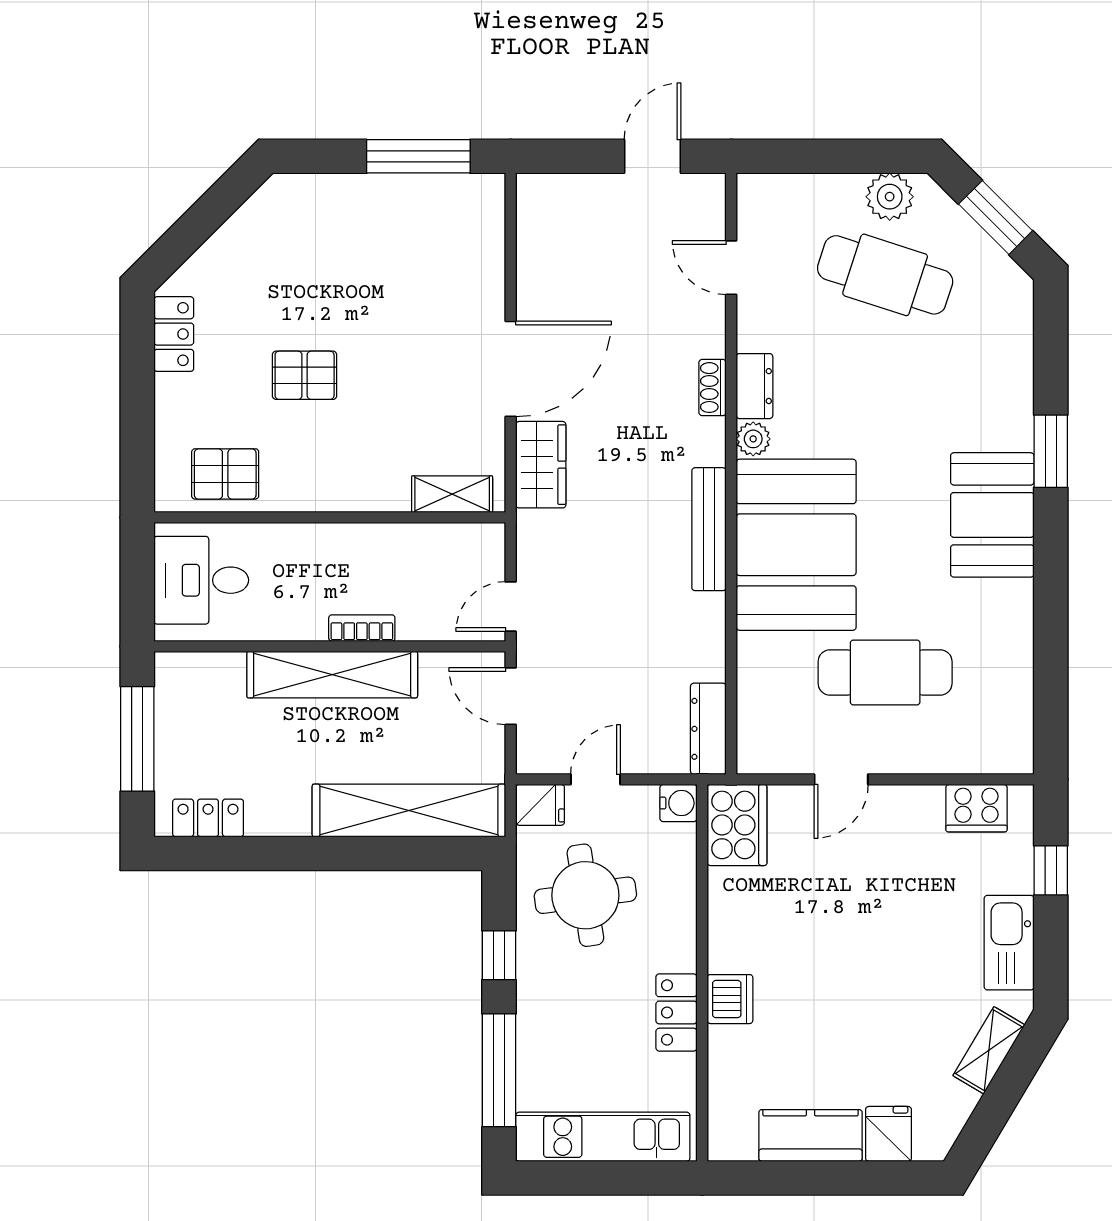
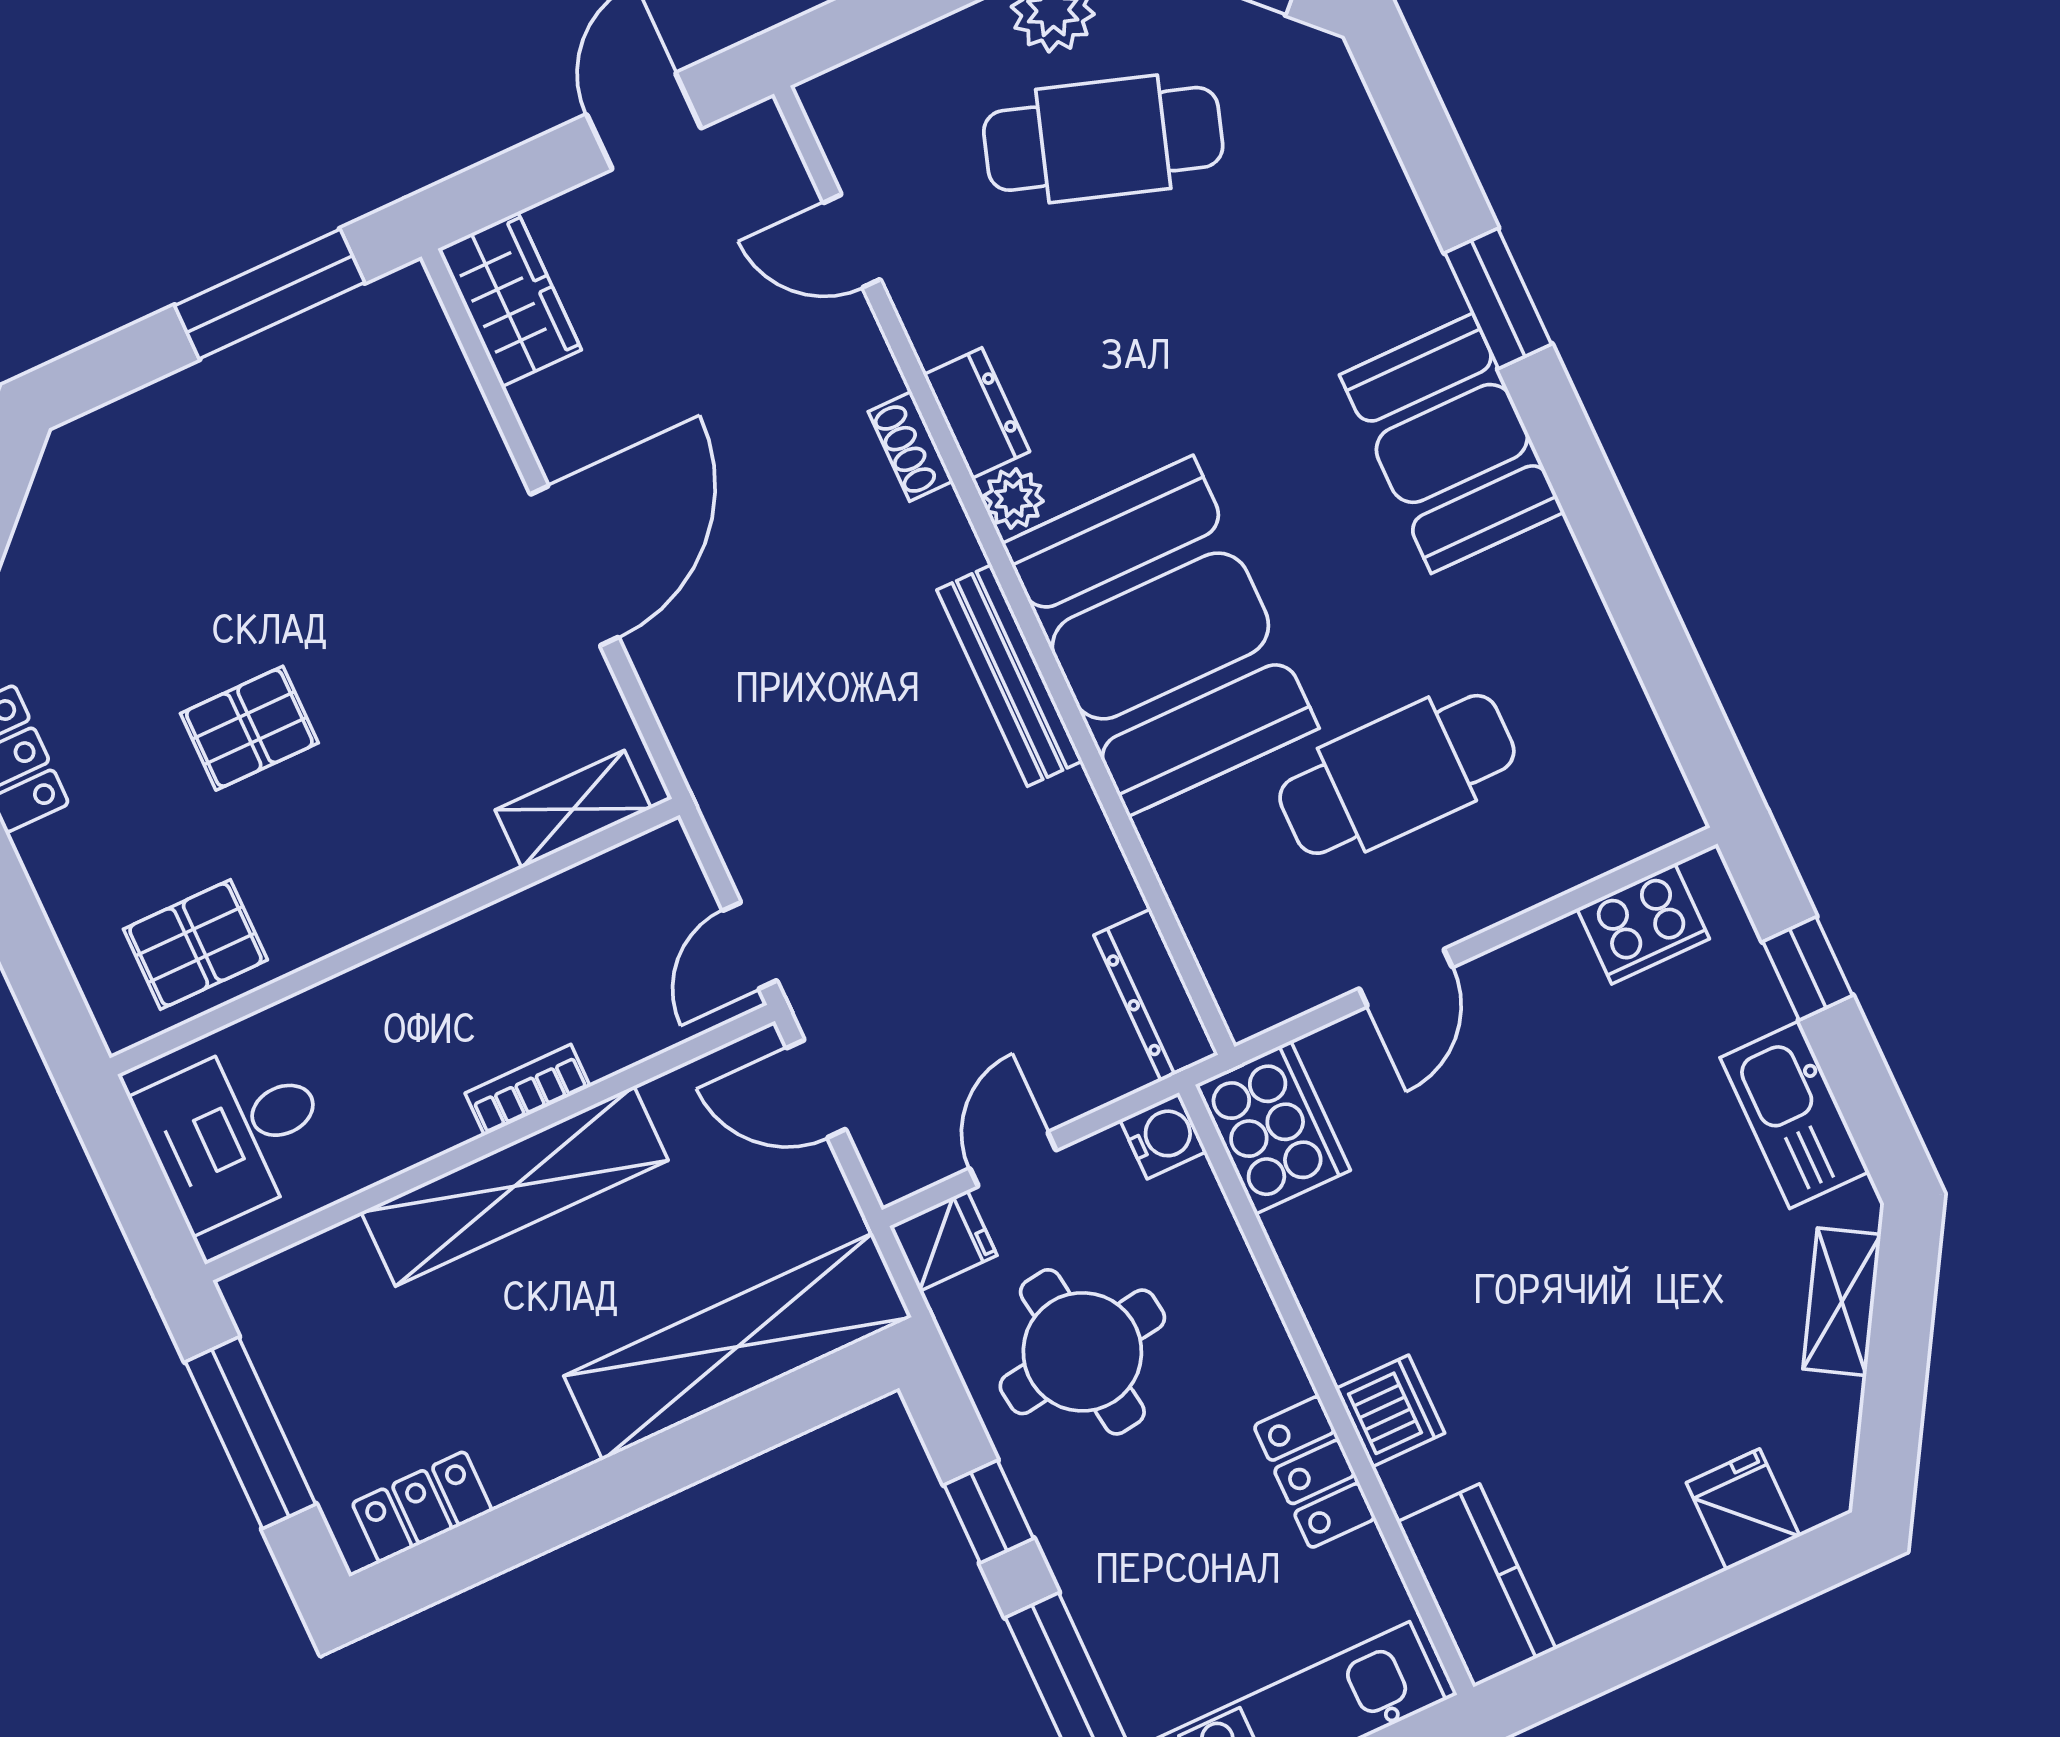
wardrobe: (541, 465) -> (510, 299), moved
kitchen counter: (810, 1135) -> (1476, 1585), moved, turned 90

